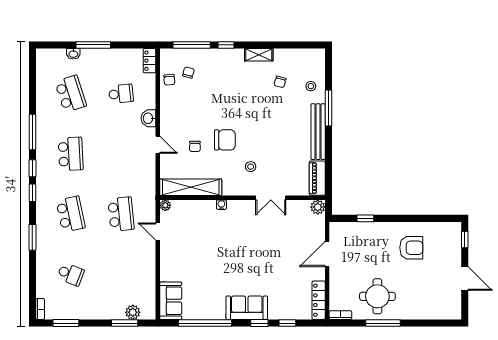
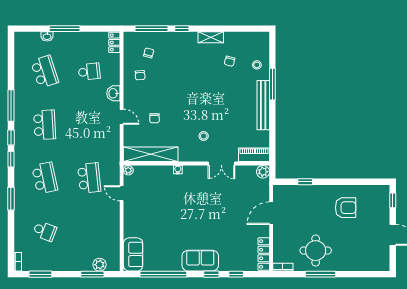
chair: (169, 80) -> (140, 75), moved
chair: (225, 140) -> (181, 112), removed
piano: (317, 178) -> (254, 155), moved, turned 90

